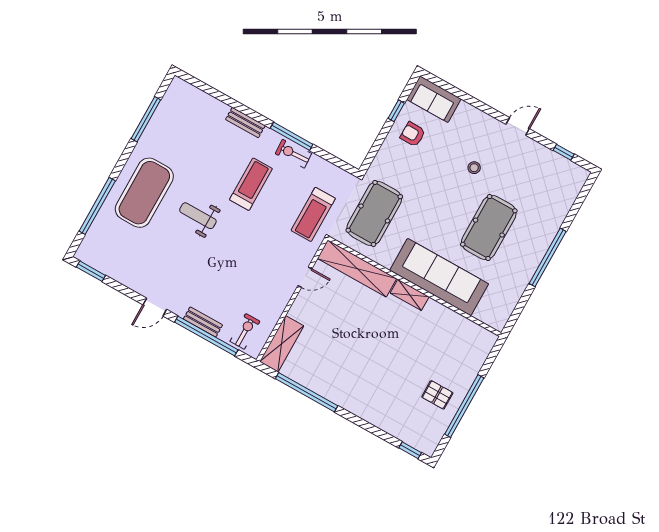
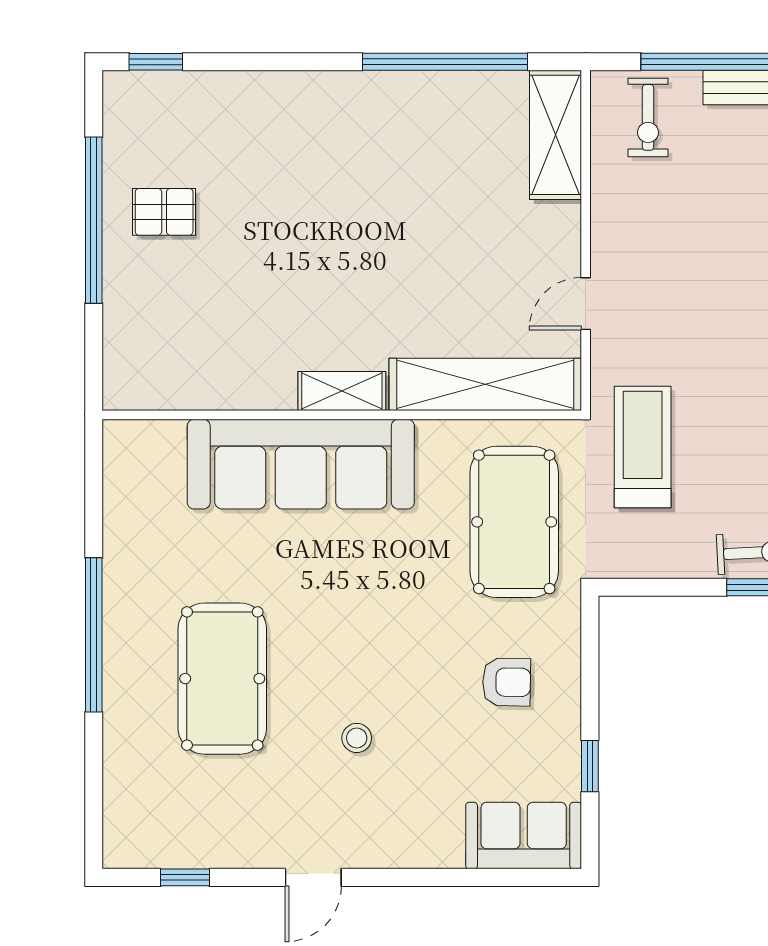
armchair: (413, 134) -> (507, 682), moved
pool table: (489, 228) -> (222, 679), moved

